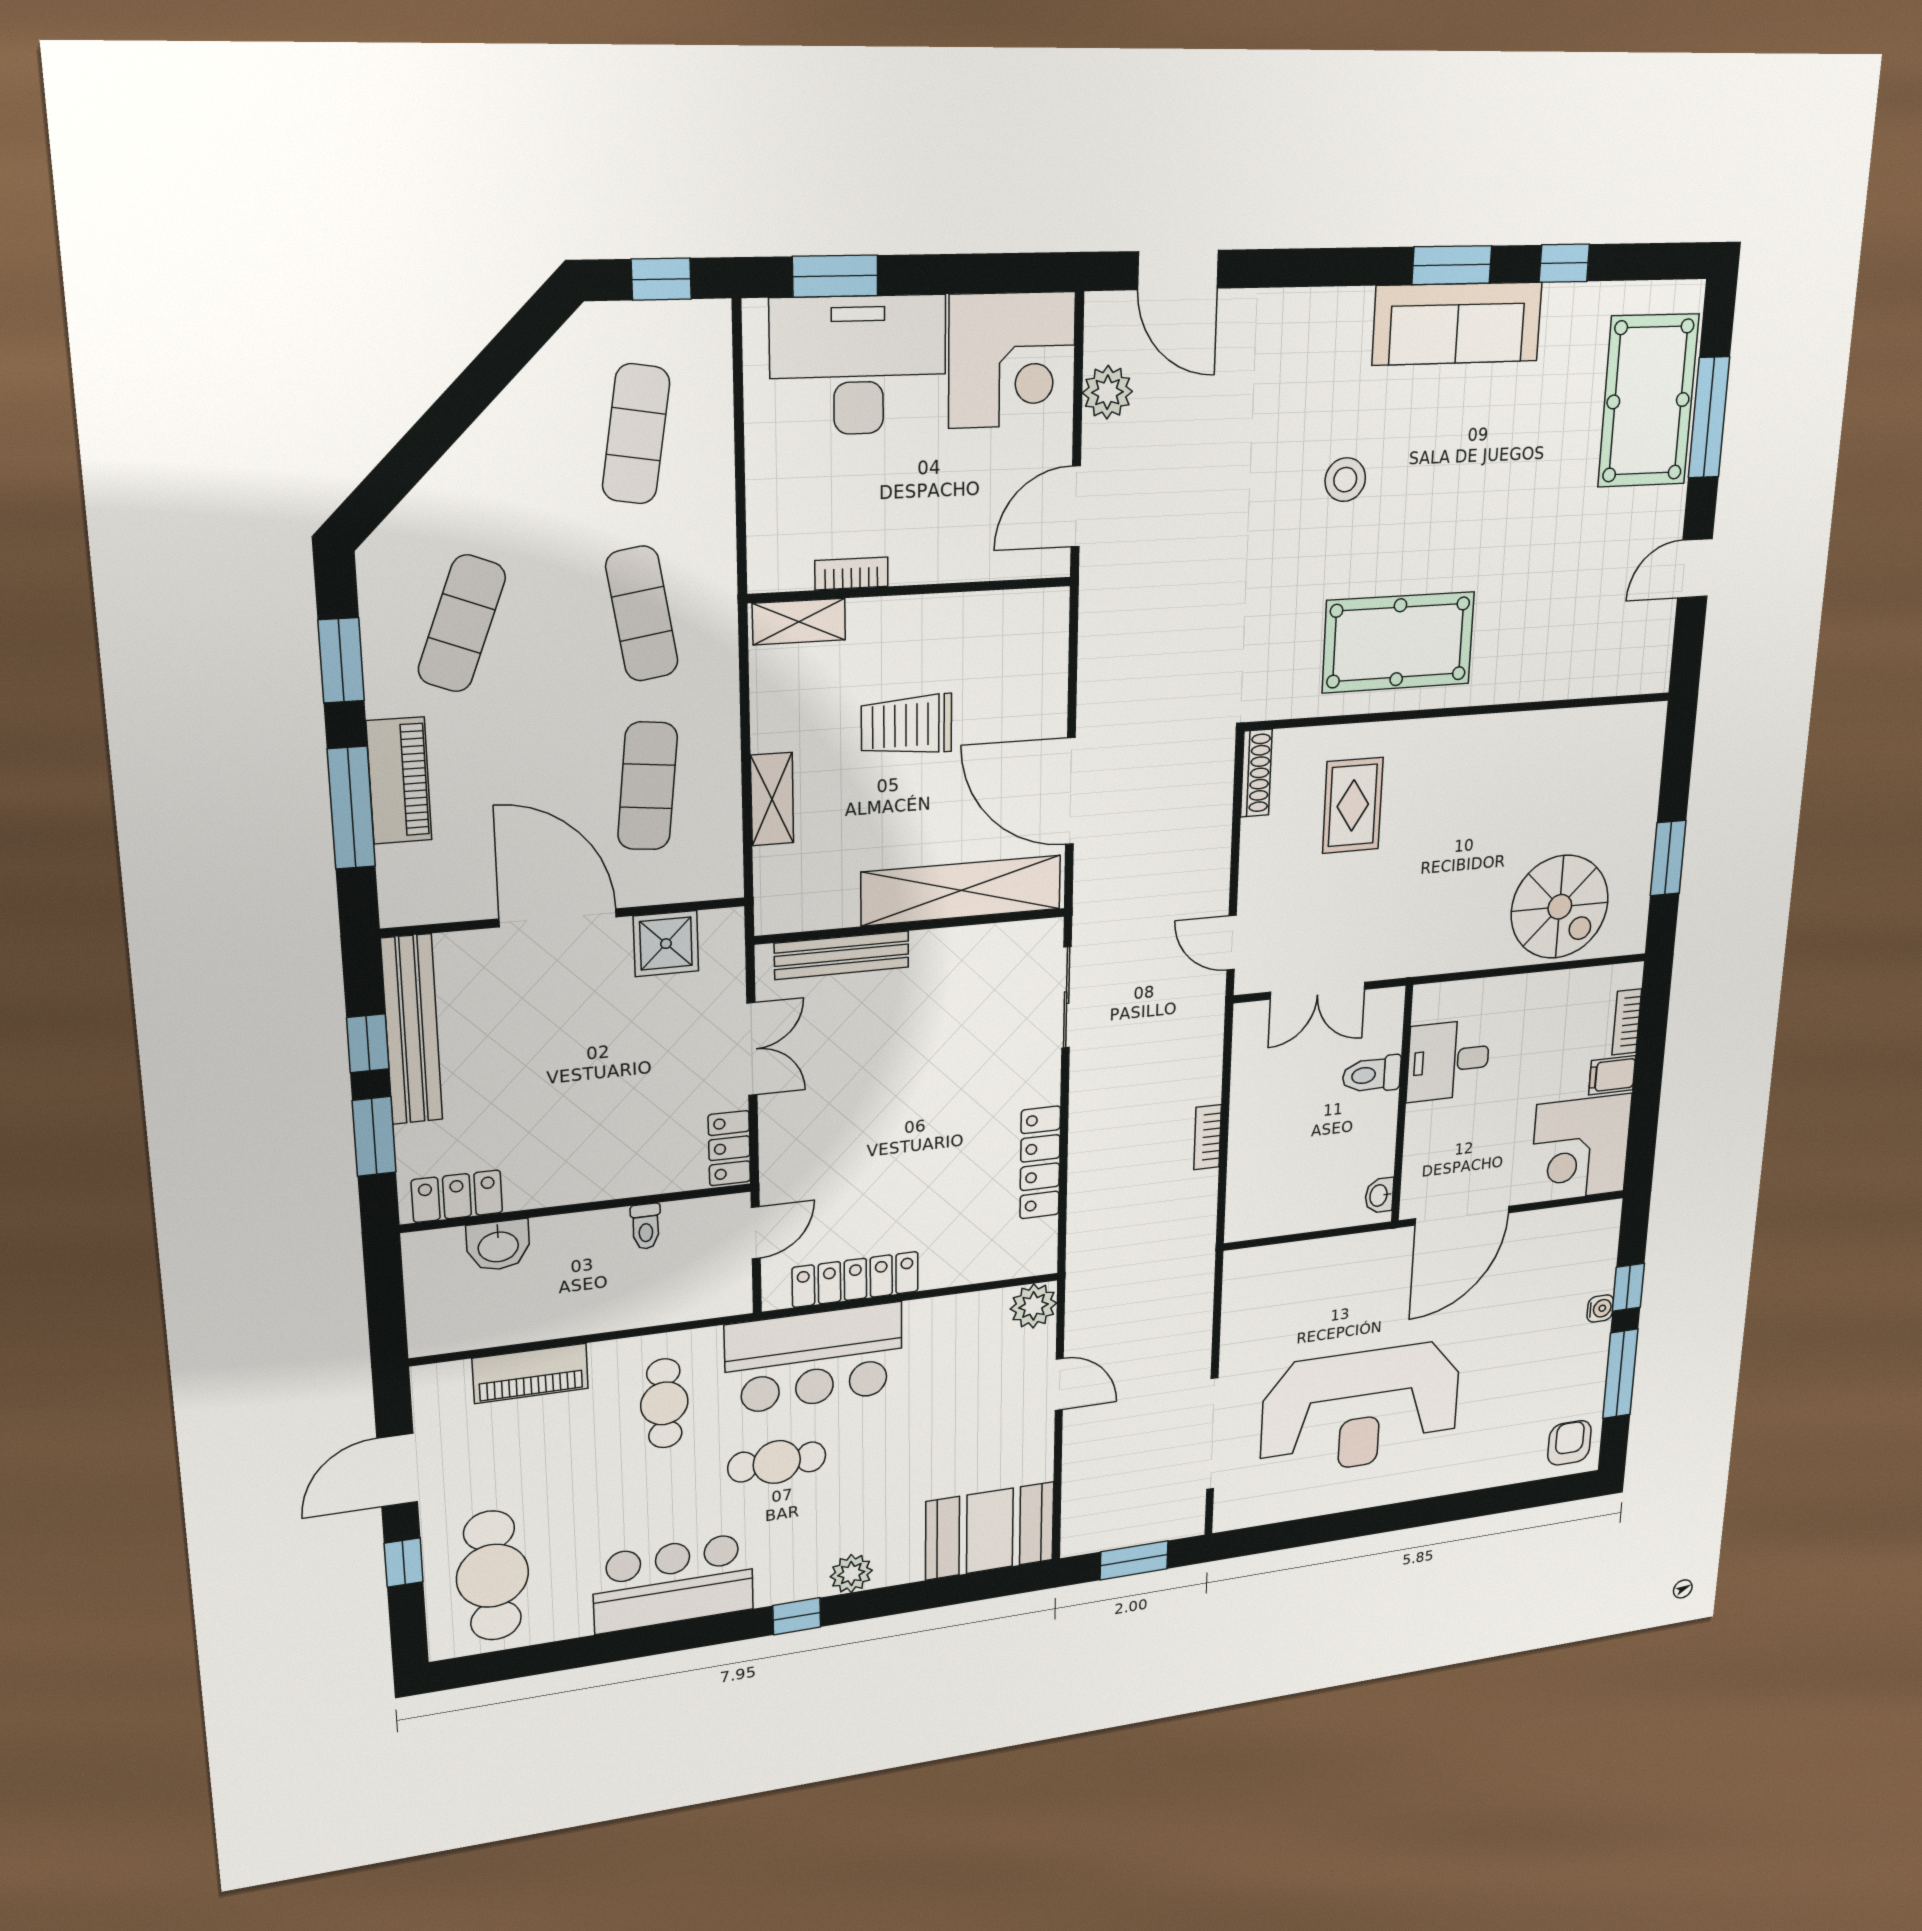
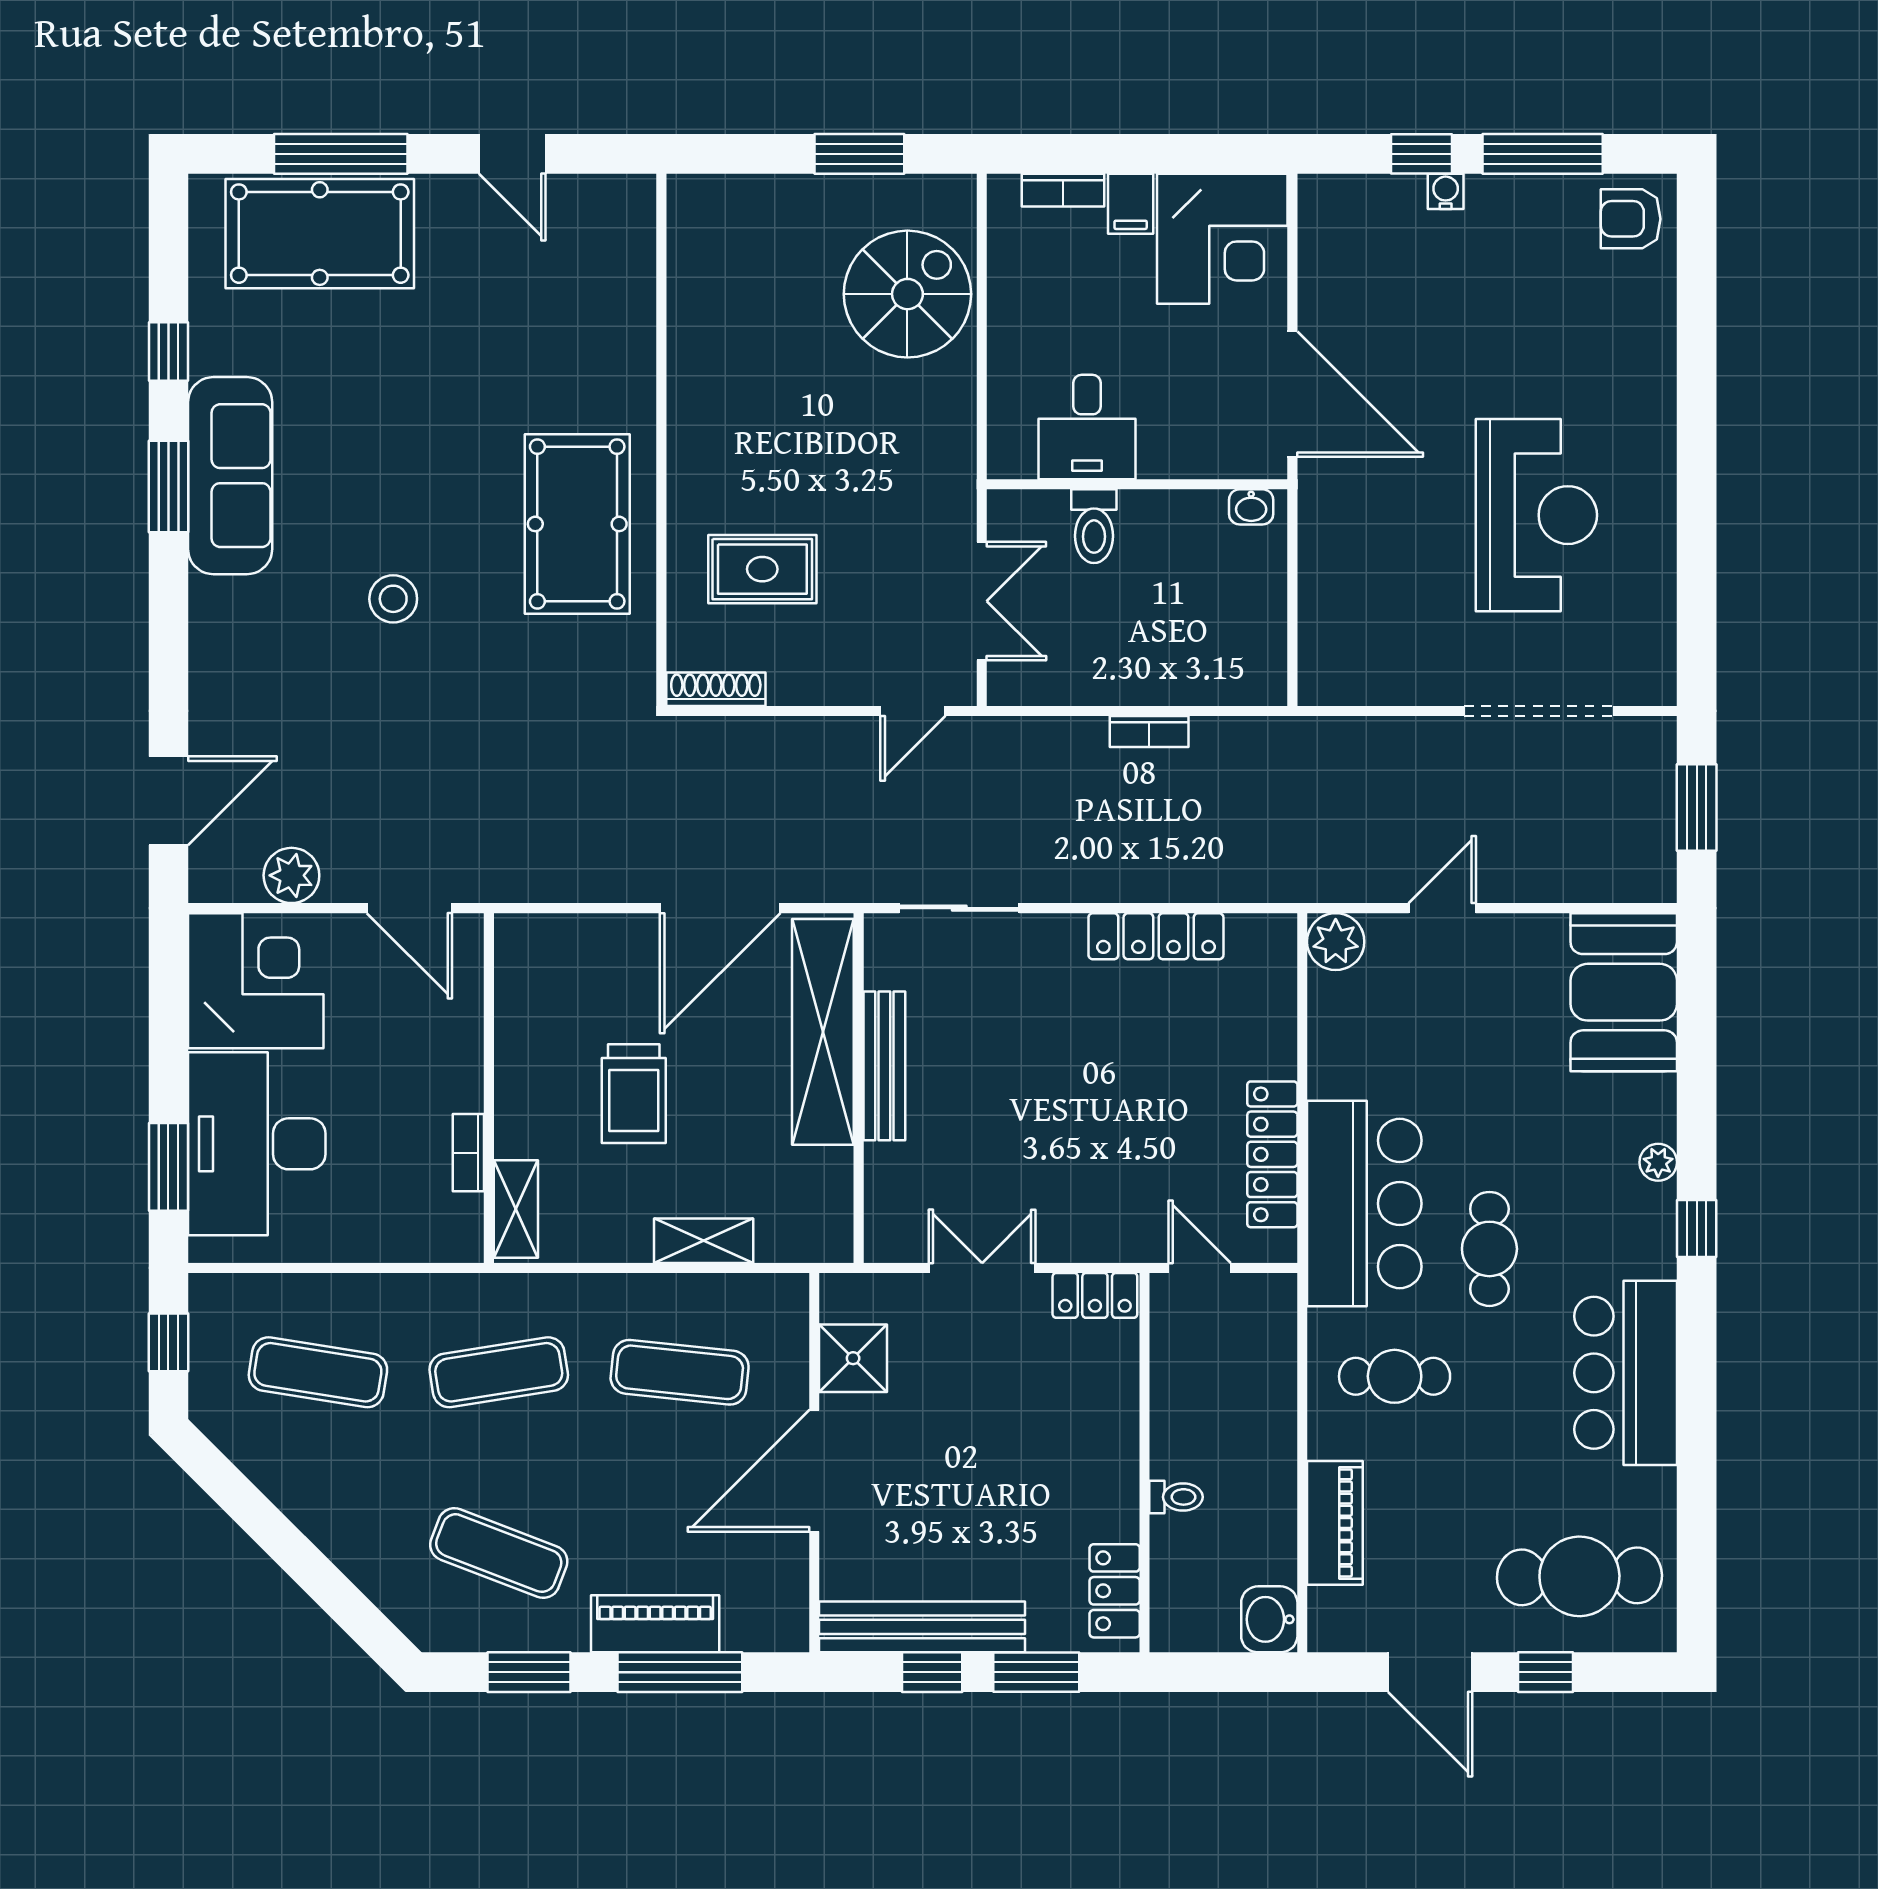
bench: (842, 955) -> (884, 1066), moved
toilet: (646, 1226) -> (1176, 1497), moved
washbasin: (498, 1245) -> (1269, 1619), moved, turned 180
reception desk: (1361, 1409) -> (1536, 515), width x0.74, depth x0.77
plant: (851, 1574) -> (1658, 1162), width x0.73, depth x0.73

